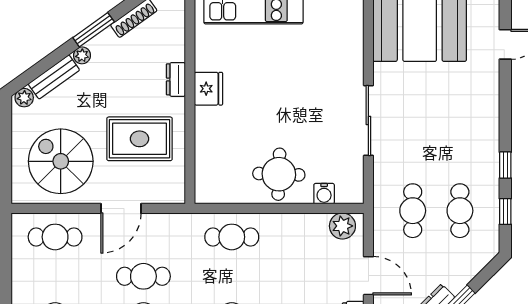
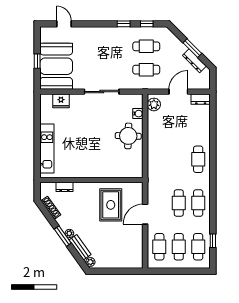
window: (94, 30) -> (63, 236), moved
dresser: (176, 79) -> (64, 187), moved
fridge: (208, 89) -> (61, 101), moved, turned 180
spiral stairs: (61, 161) -> (122, 244), removed
door: (121, 208) -> (145, 214), swing flipped
cafe table: (232, 237) -> (179, 247), moved

